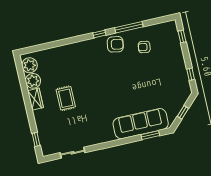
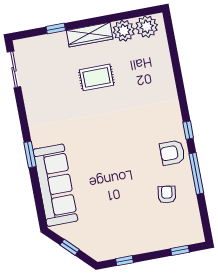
armchair: (115, 44) -> (172, 153), turned 80
wardrobe: (35, 99) -> (90, 35), width x1.50
window: (150, 135) -> (30, 154), moved
window: (36, 139) -> (56, 29), moved
sliding door: (73, 153) -> (14, 69), moved

